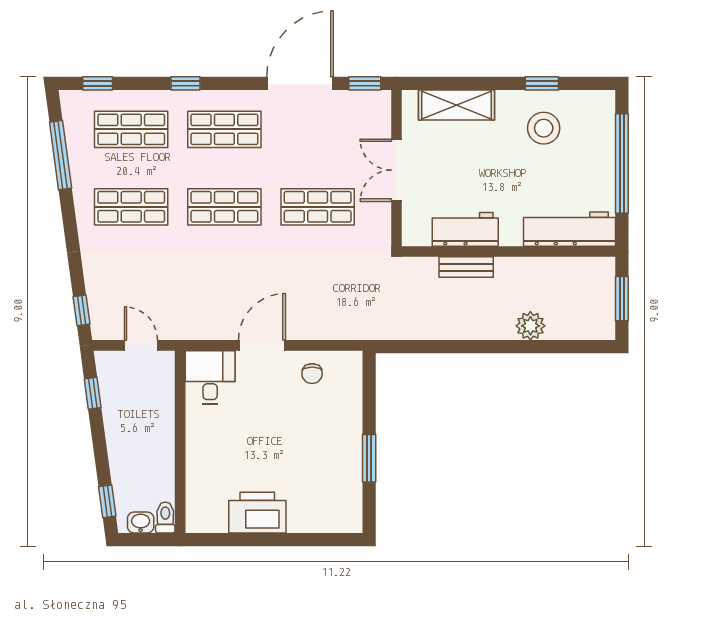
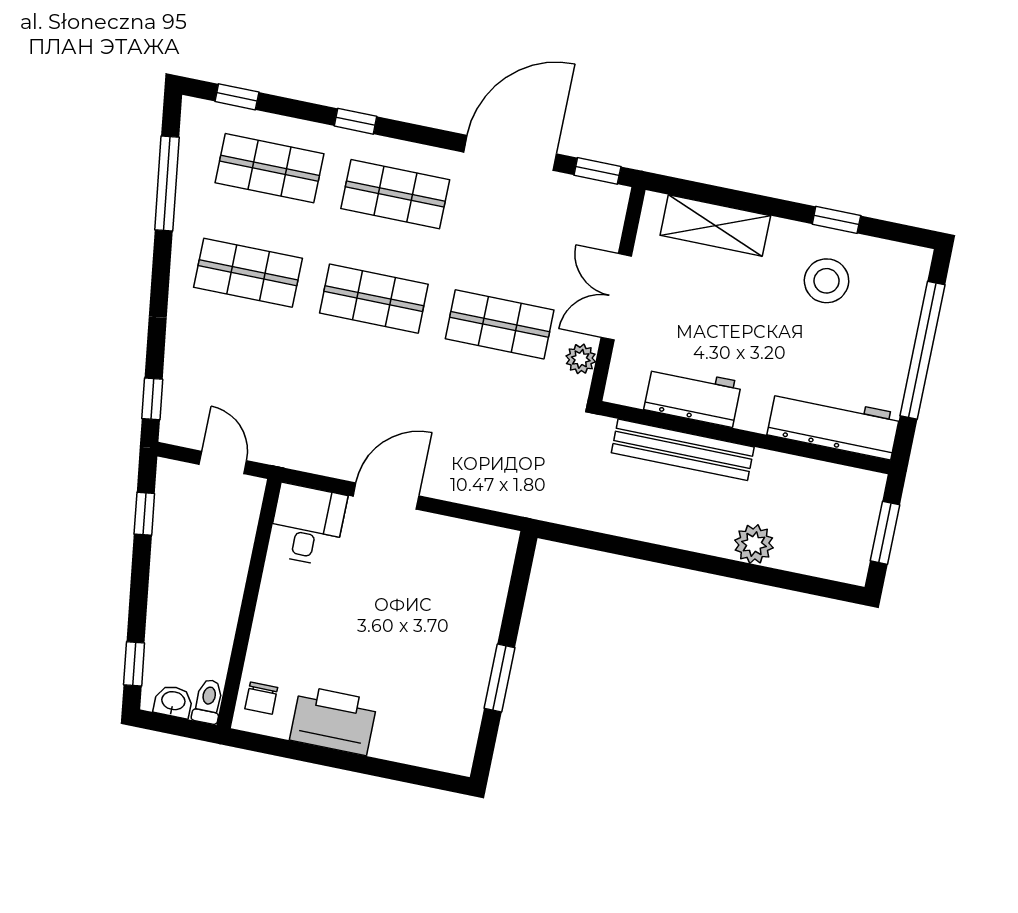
plant: (380, 219) -> (581, 359), added
bench: (466, 267) -> (683, 450), width x1.86, depth x1.21
chair: (312, 374) -> (261, 698), moved

